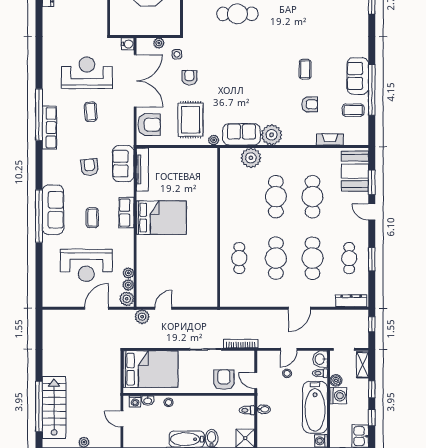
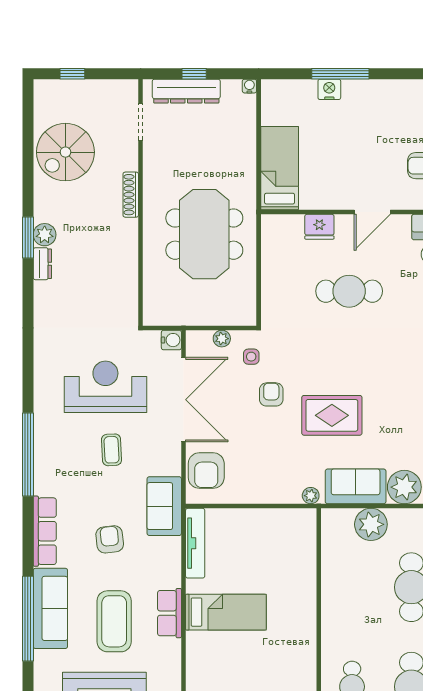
rug: (190, 120) -> (332, 415), moved, turned 90
armchair: (149, 125) -> (206, 471), turned 90
row of seats: (49, 128) -> (45, 531), moved
sofa: (123, 164) -> (164, 506), moved
coffee table: (92, 218) -> (114, 621), width x1.86, depth x1.72
bed: (161, 218) -> (226, 612), width x0.67

